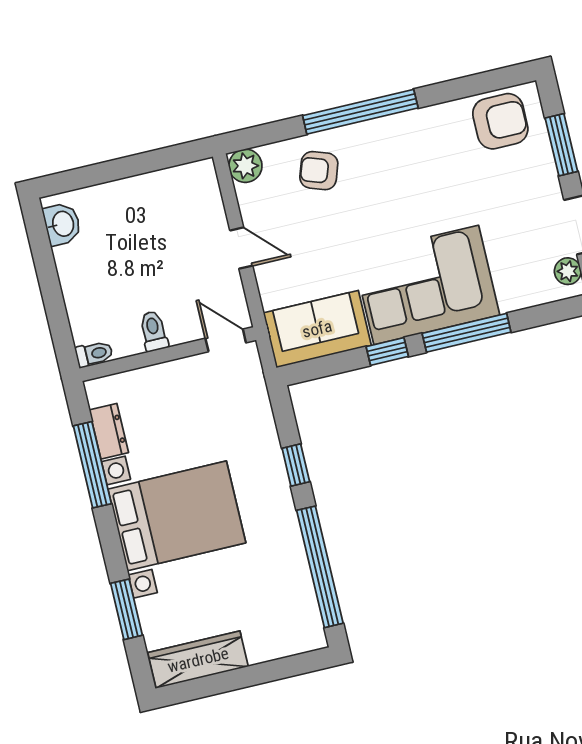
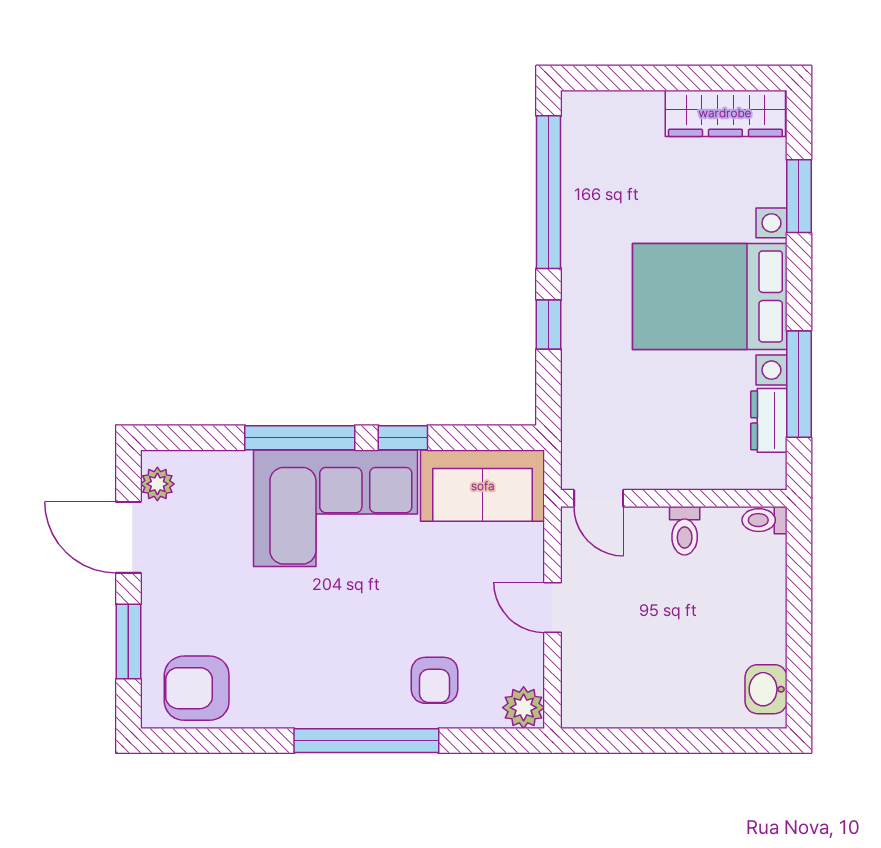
armchair: (319, 171) -> (435, 680), turned 71

